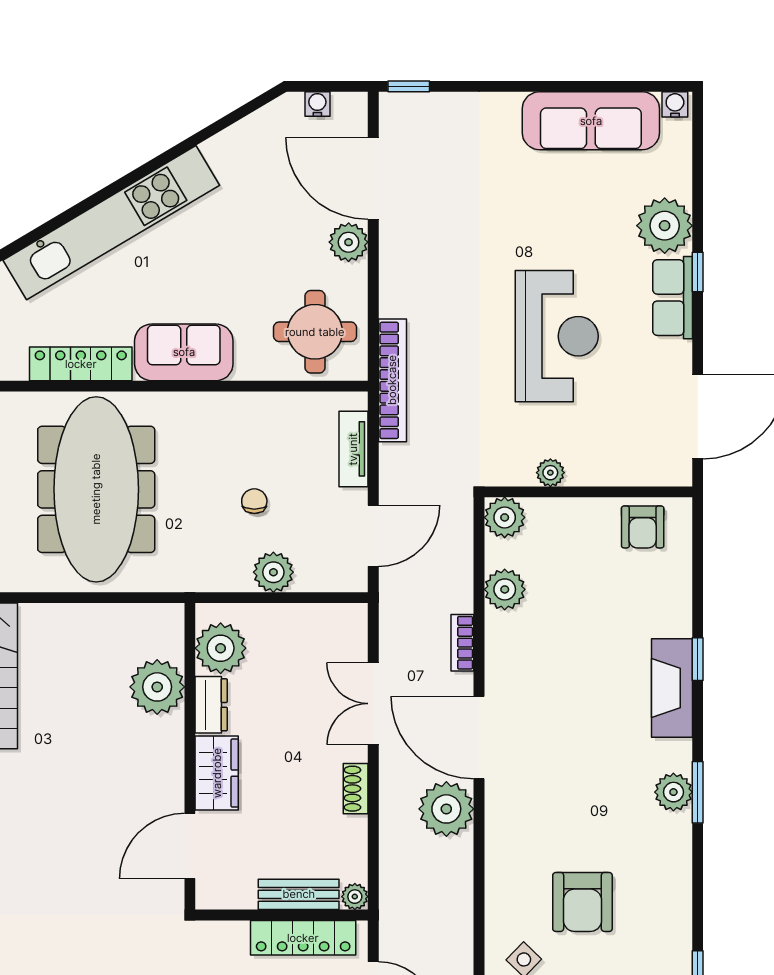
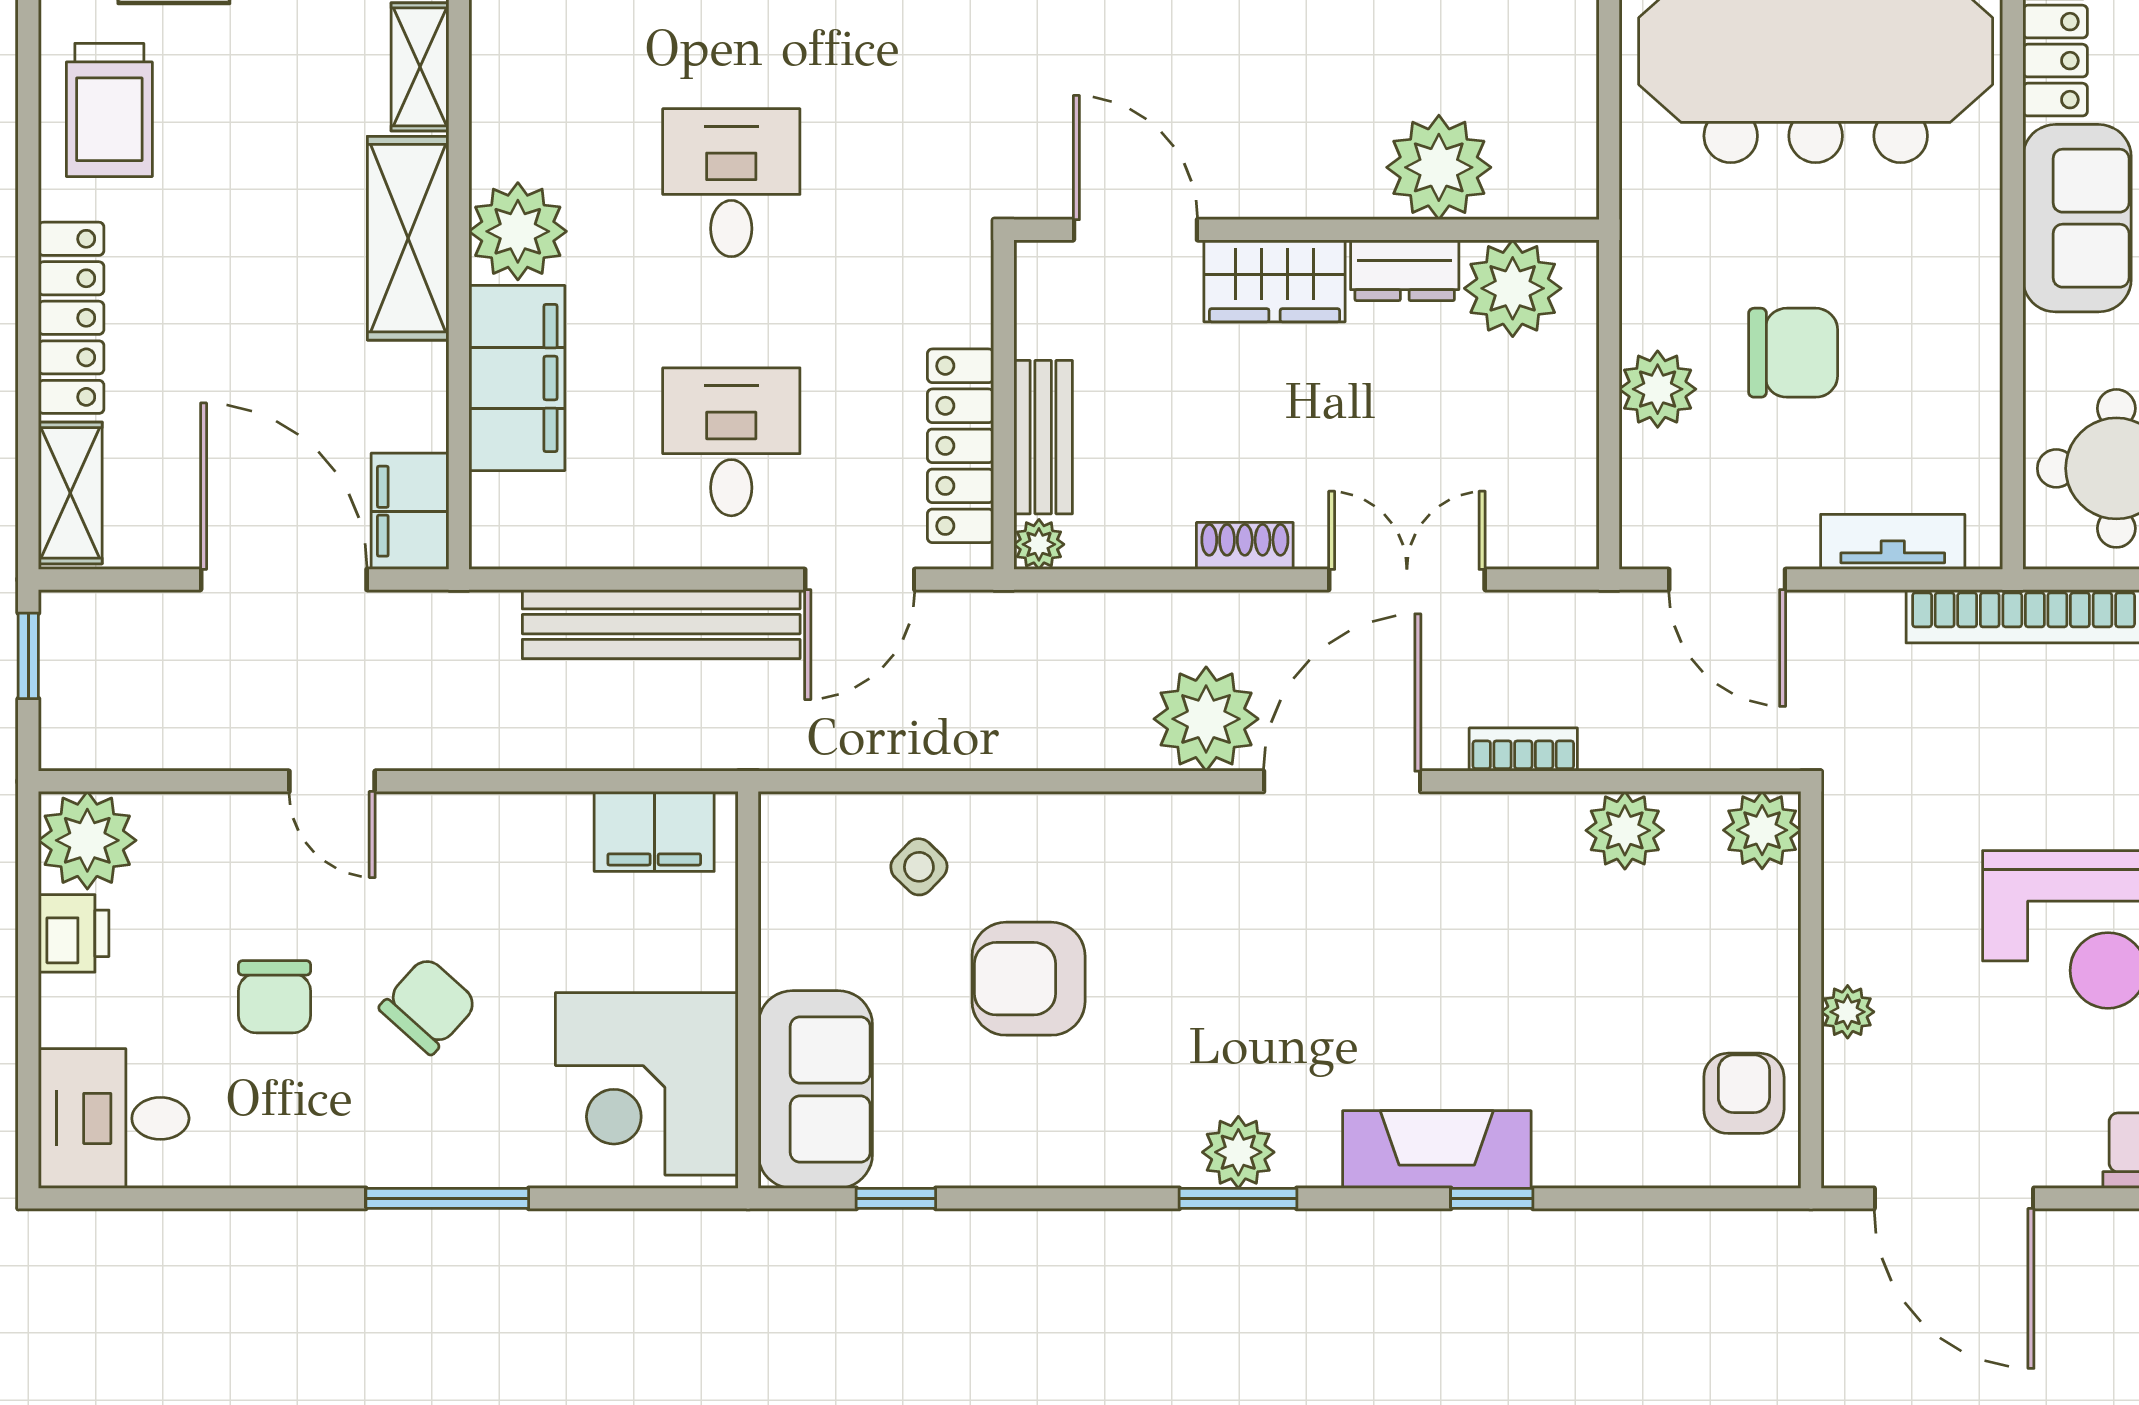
plant: (550, 473) -> (1848, 1012), moved
chair: (254, 501) -> (1793, 353), width x1.87, depth x1.87
armchair: (643, 527) -> (1744, 1093), turned 90

